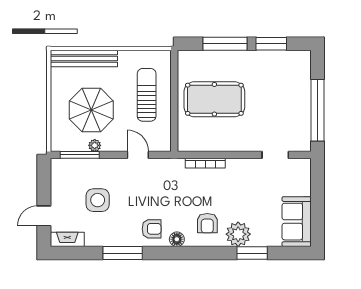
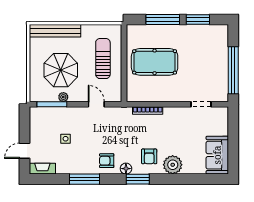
side table: (98, 200) -> (66, 139), width x0.54, depth x0.54
armchair: (152, 229) -> (107, 161), turned 180
window: (252, 253) -> (138, 179), moved

